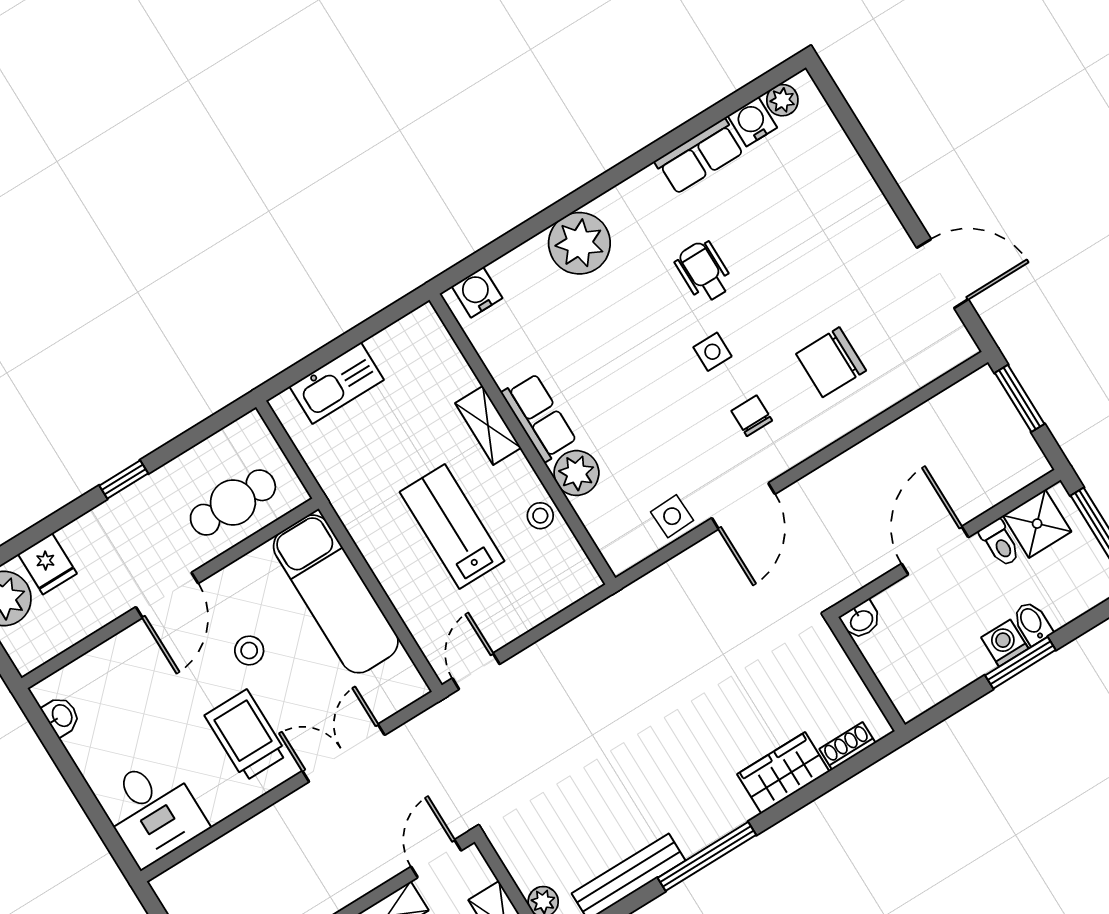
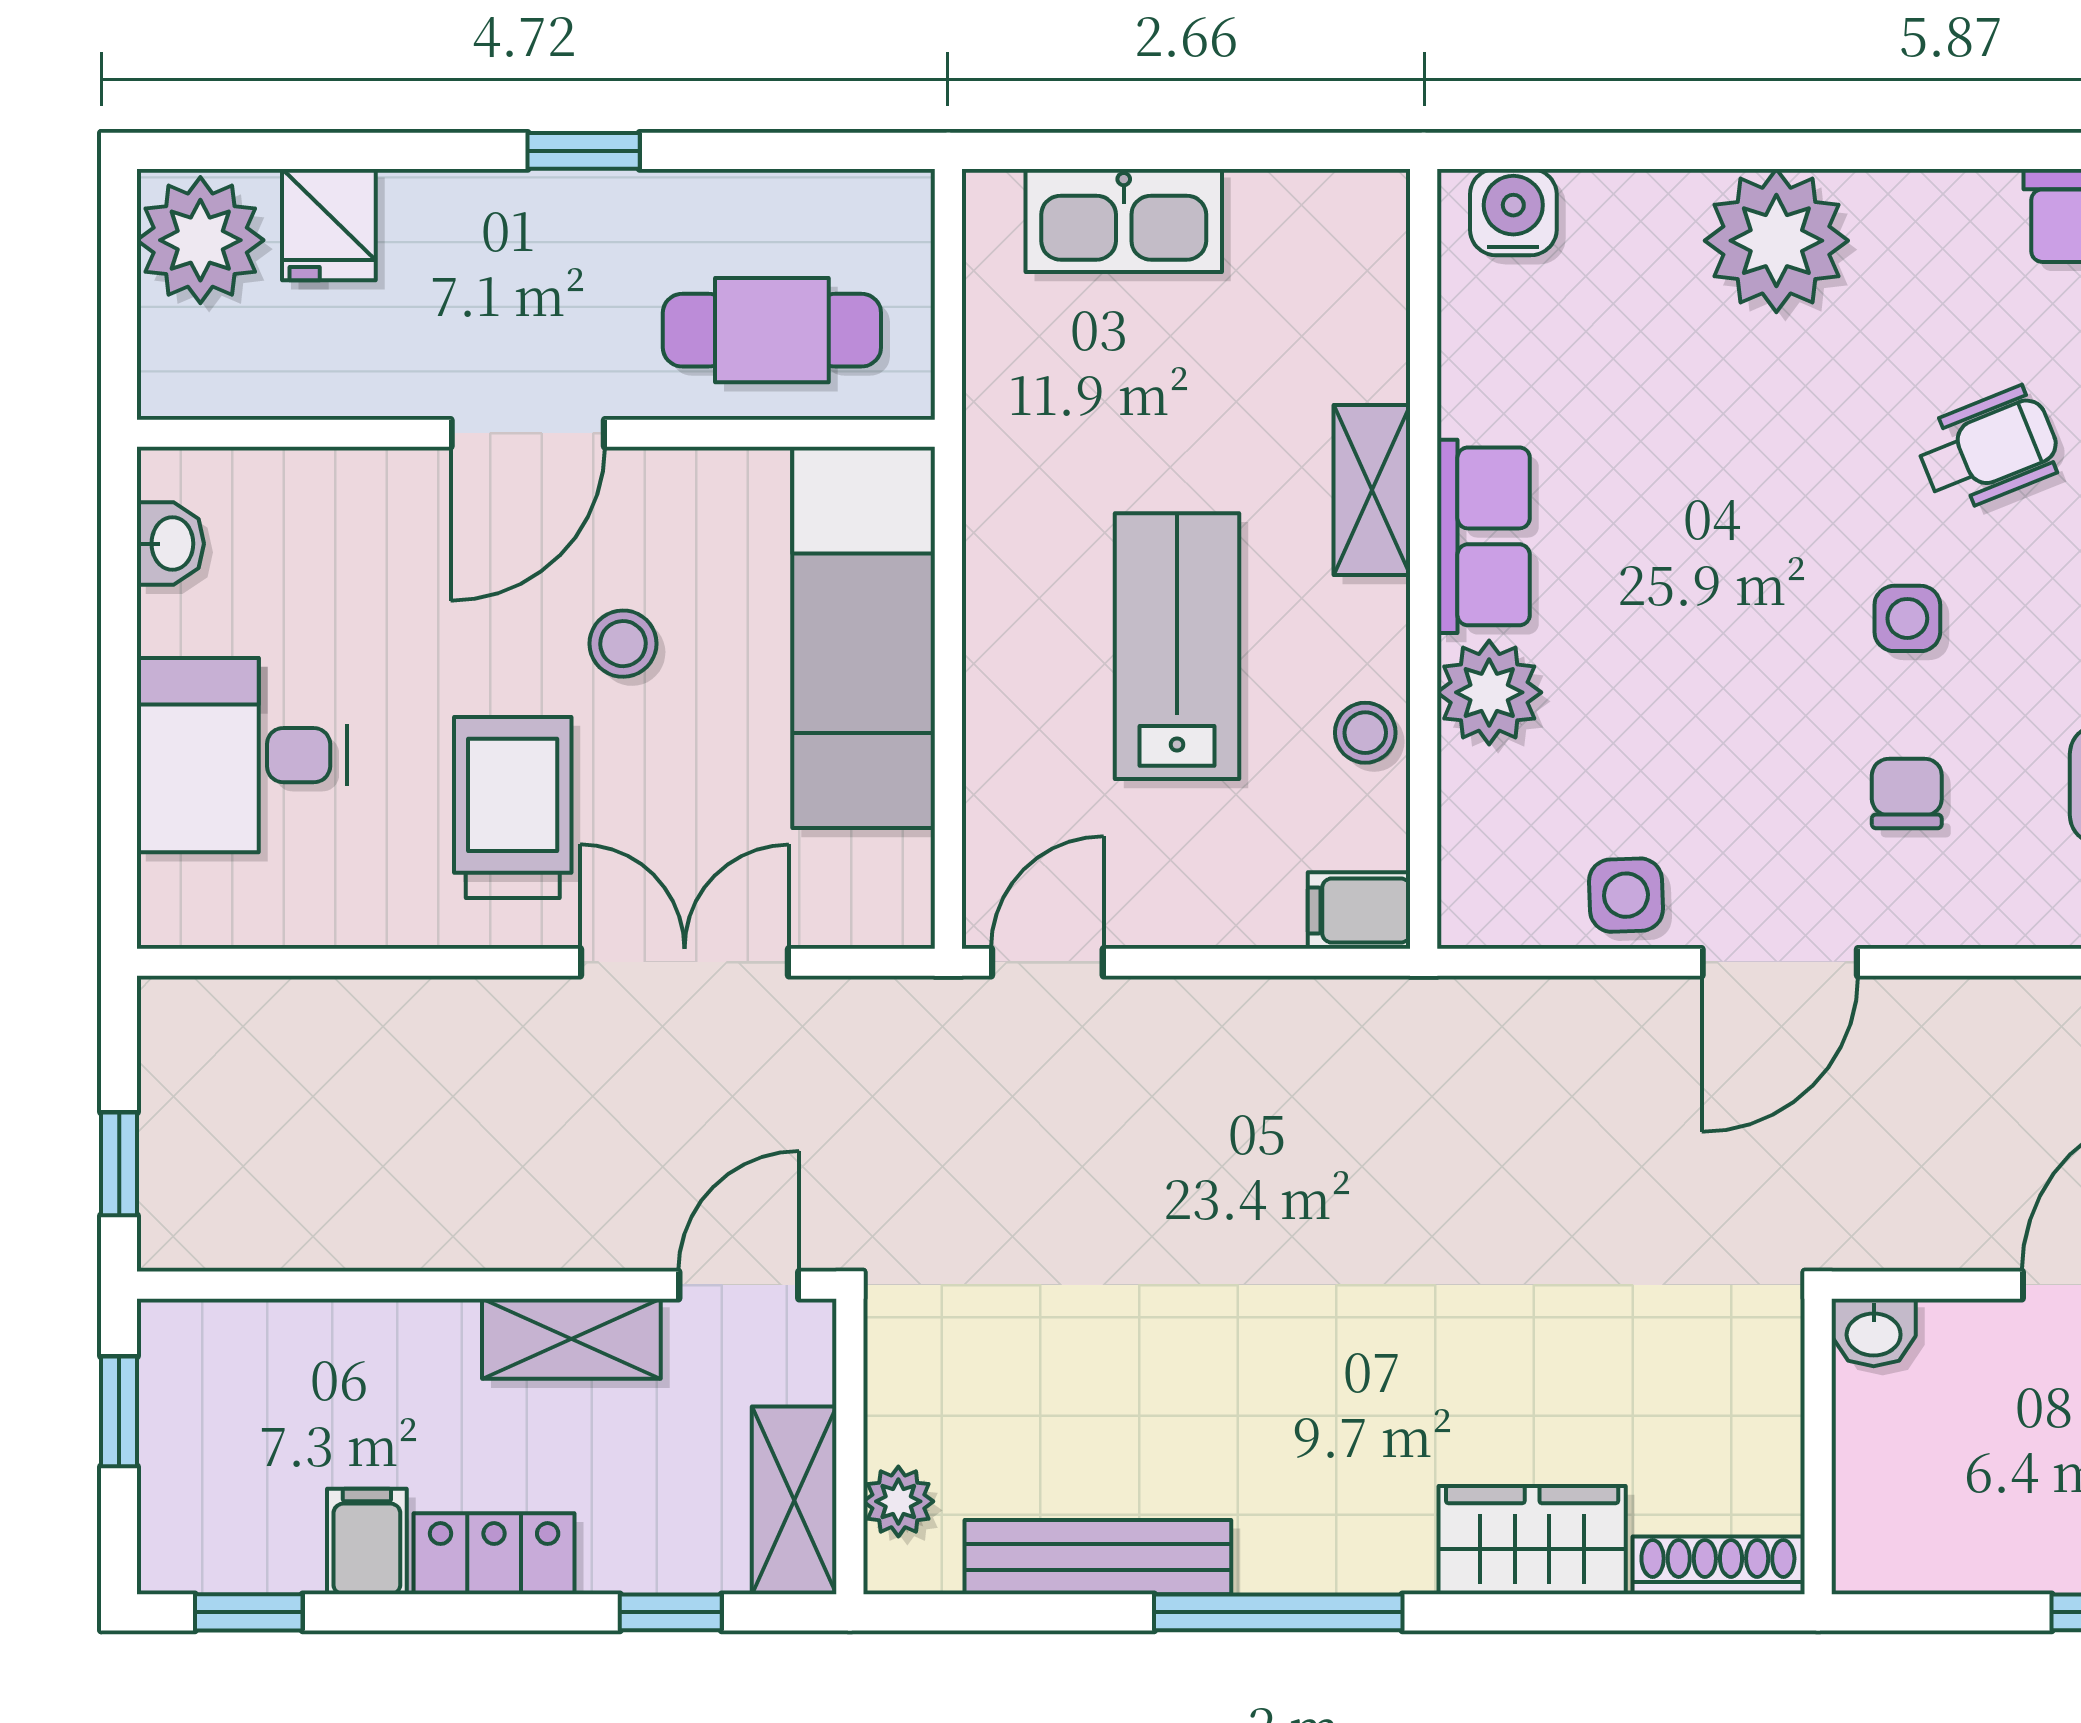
wheelchair: (704, 272) -> (1988, 449), turned 68
filing cabinet: (578, 582) -> (1359, 910), added
shoe rack: (847, 746) -> (1718, 1565), width x1.43
desk: (152, 811) -> (242, 755), moved, turned 90

